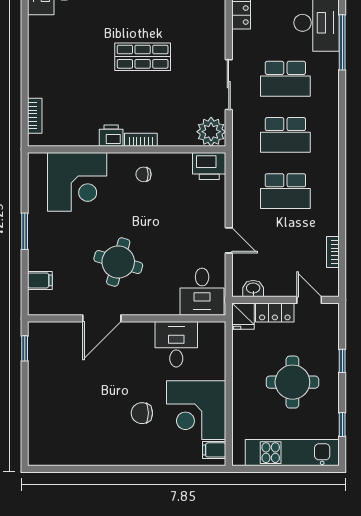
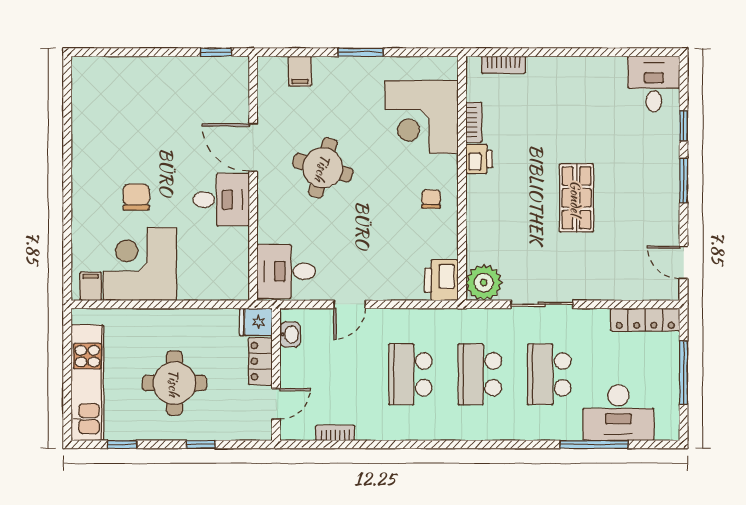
bookcase: (141, 140) -> (474, 122), moved
desk: (176, 344) -> (221, 200), moved

